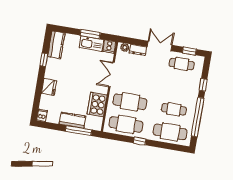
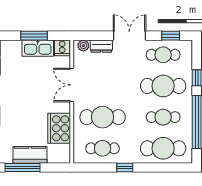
cafe table: (178, 87) -> (163, 86), added
cafe table: (126, 124) -> (103, 148), width x0.73, depth x0.74
window: (79, 131) -> (23, 167), moved

